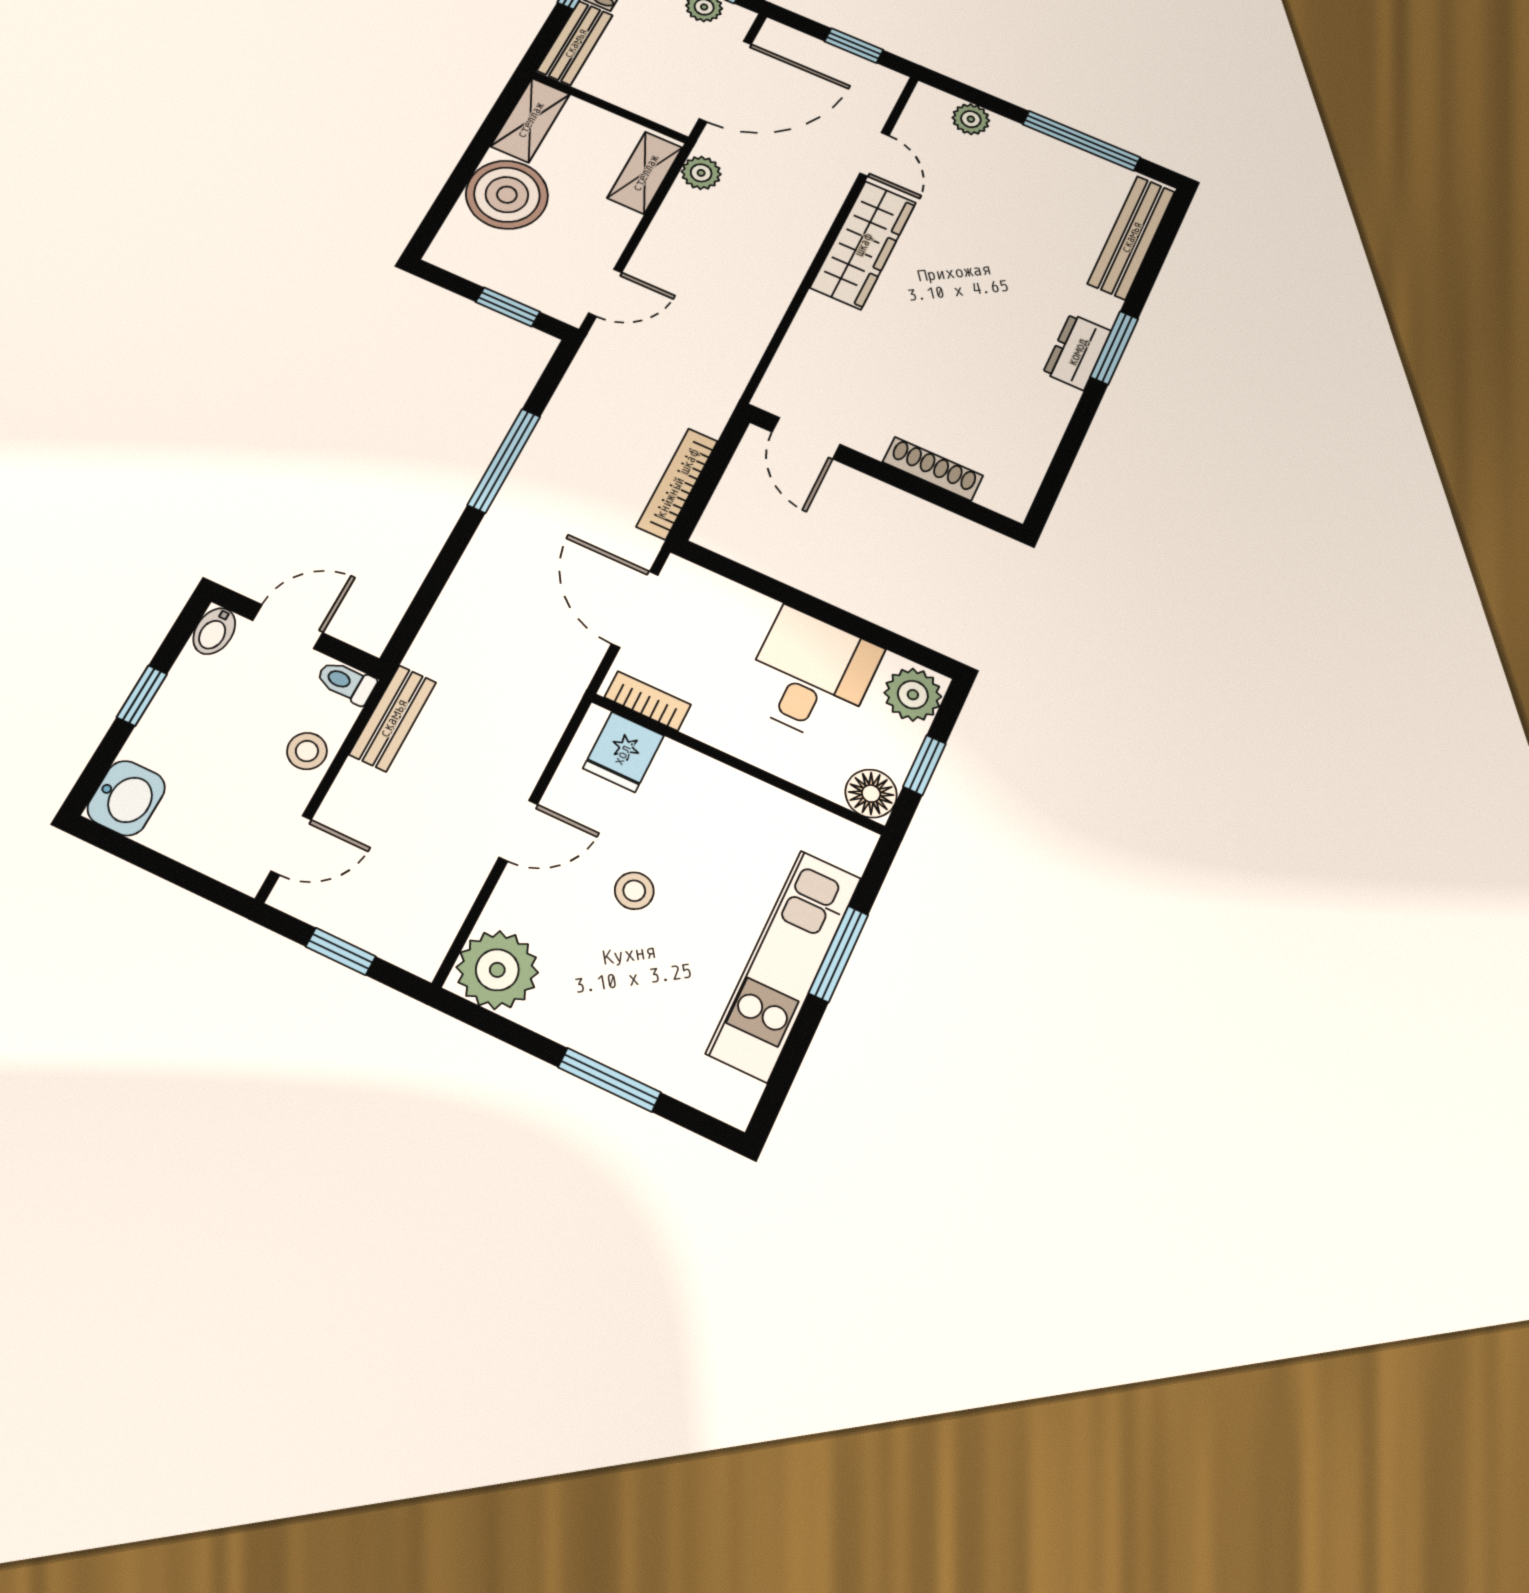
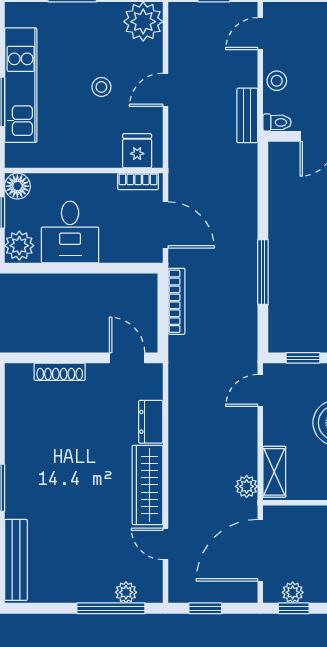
window: (1081, 141) -> (111, 608), moved
dresser: (1077, 352) -> (151, 422), moved, turned 180

